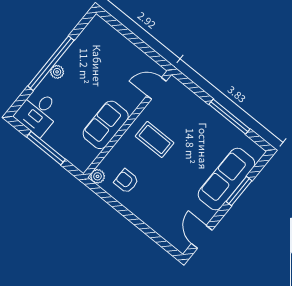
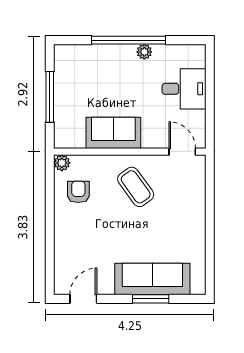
plant: (57, 72) -> (144, 52), moved
desk: (38, 113) -> (184, 89), moved, turned 180
window: (229, 117) -> (210, 237), removed
coffee table: (155, 139) -> (136, 187), turned -36

